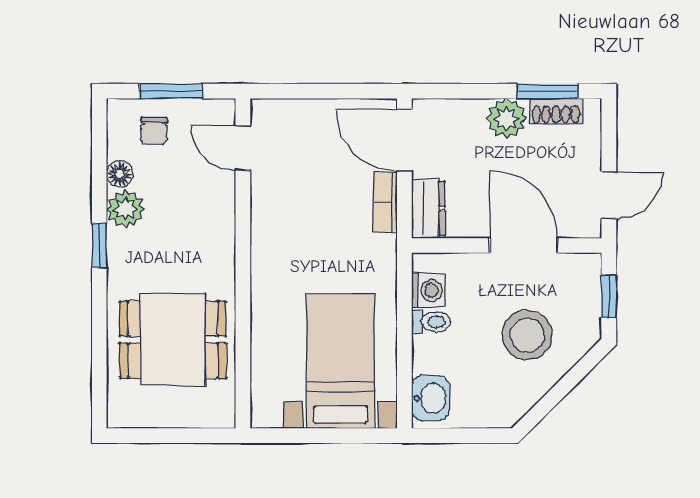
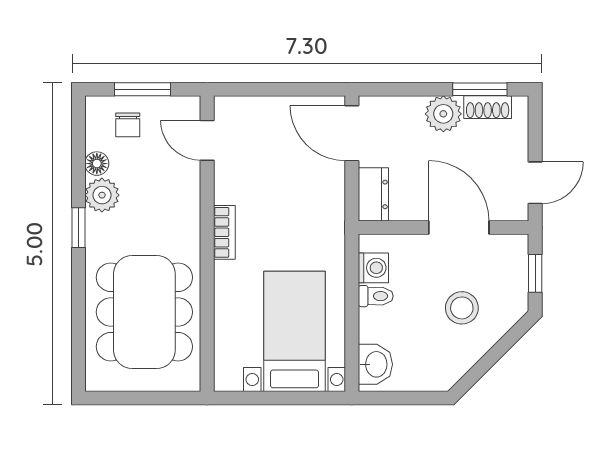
bookcase: (385, 202) -> (224, 232), moved, turned 180
stool: (527, 335) -> (462, 308), width x0.73, depth x0.73
dining table: (173, 340) -> (144, 312), width x1.38

